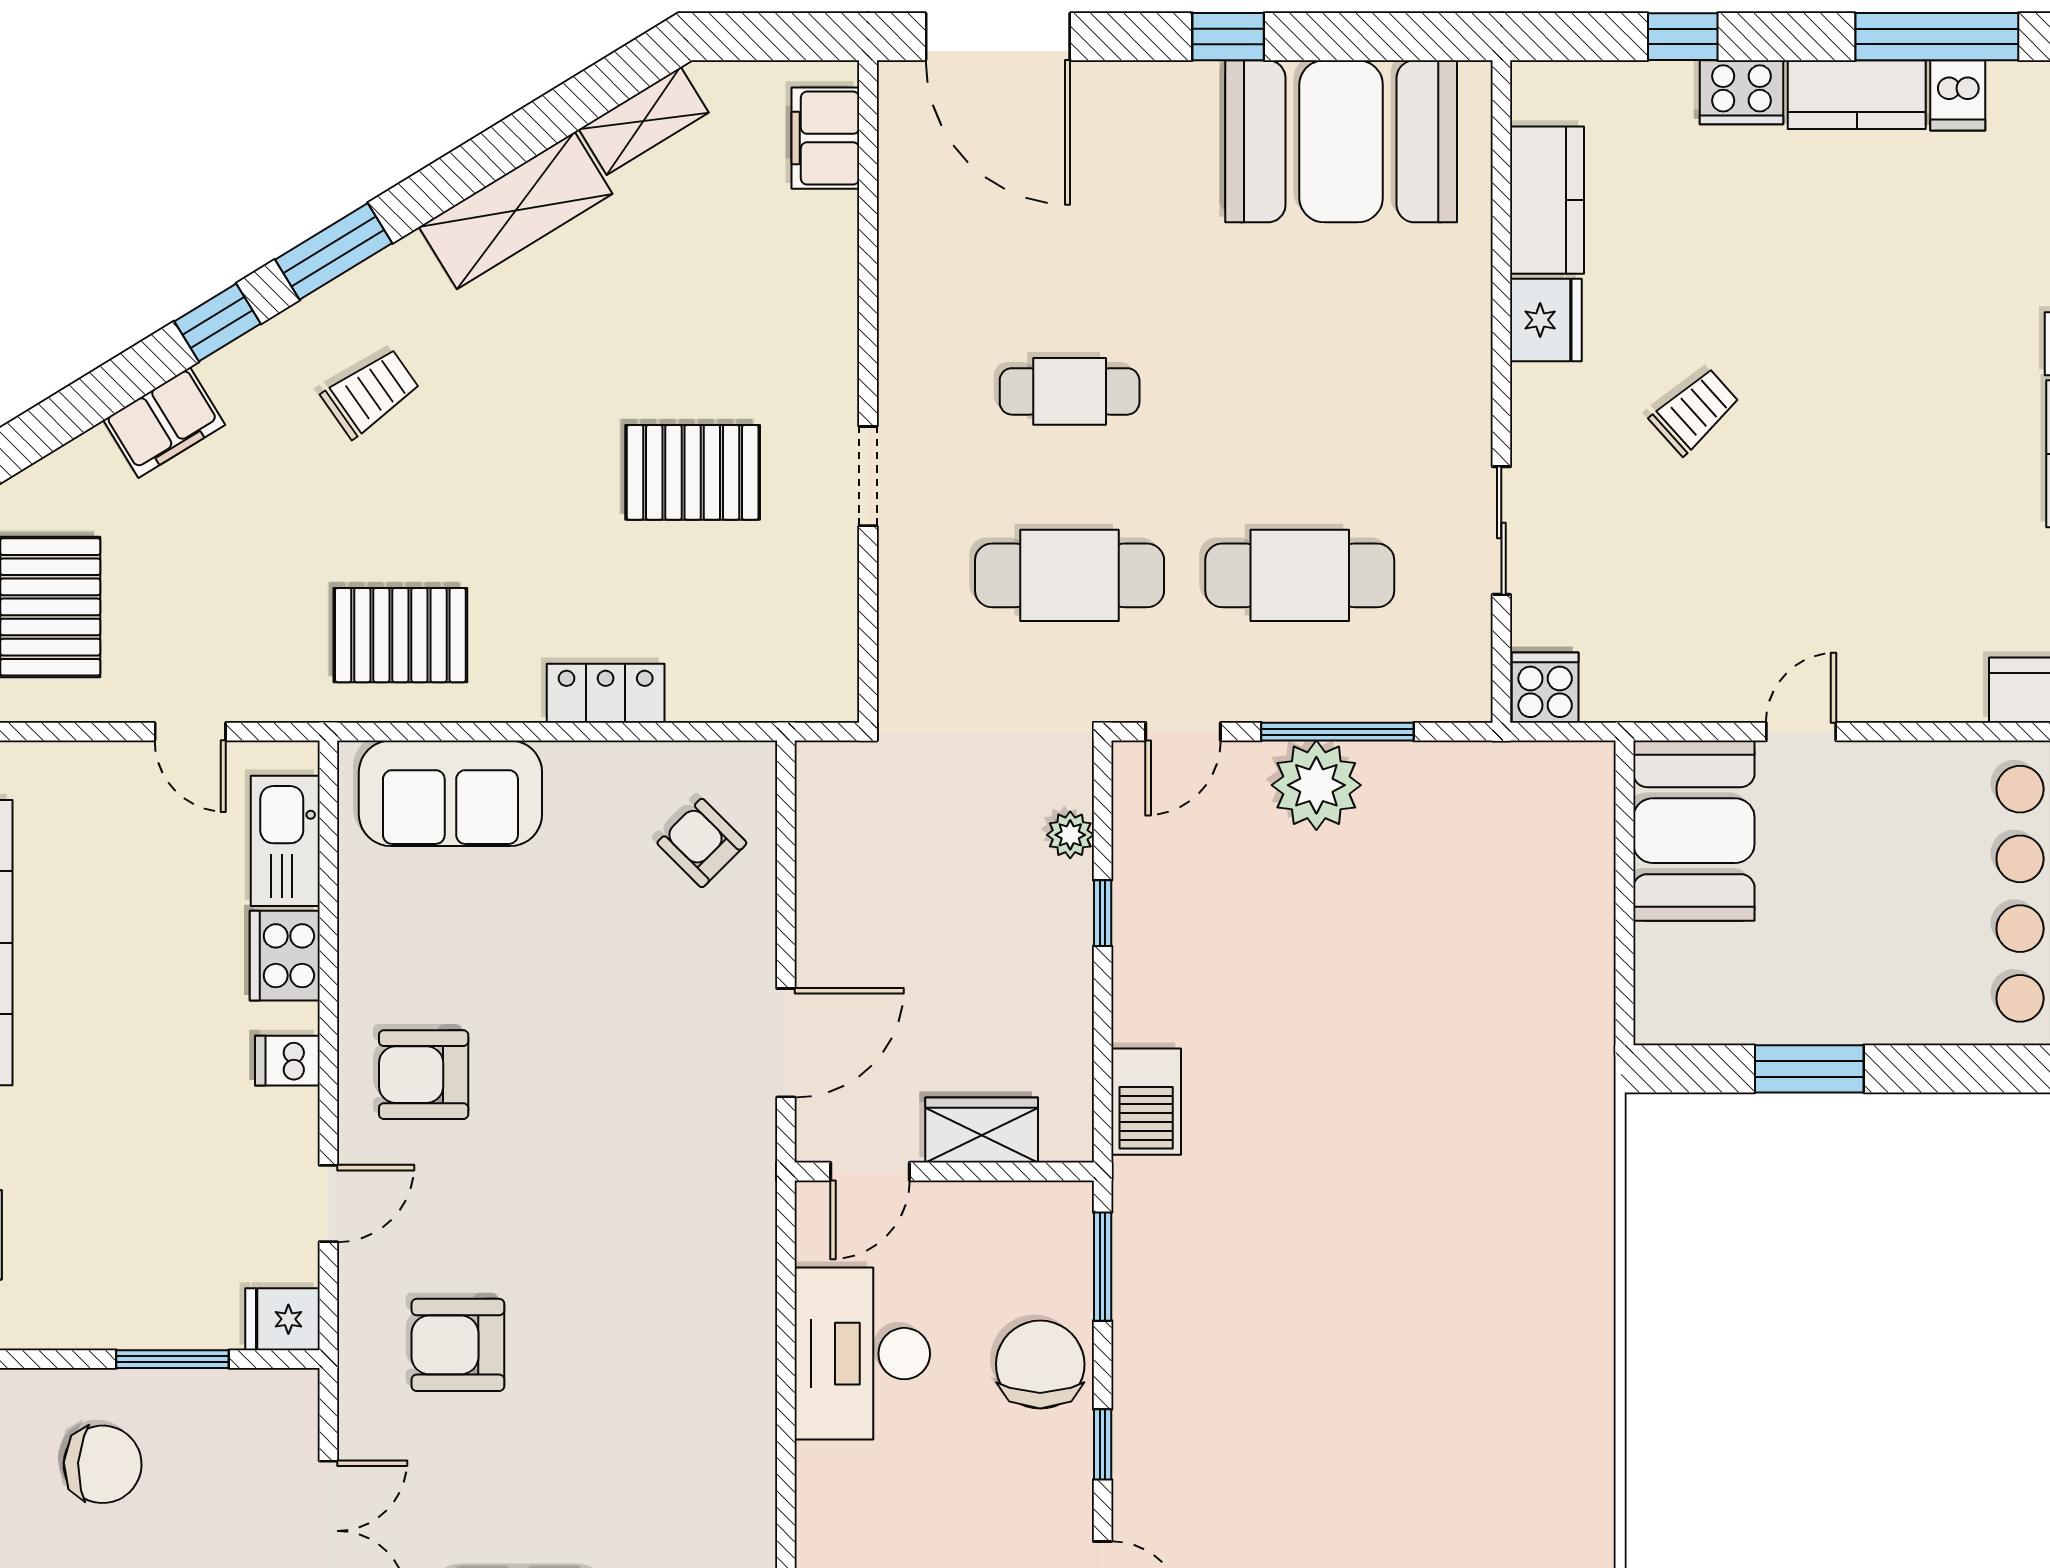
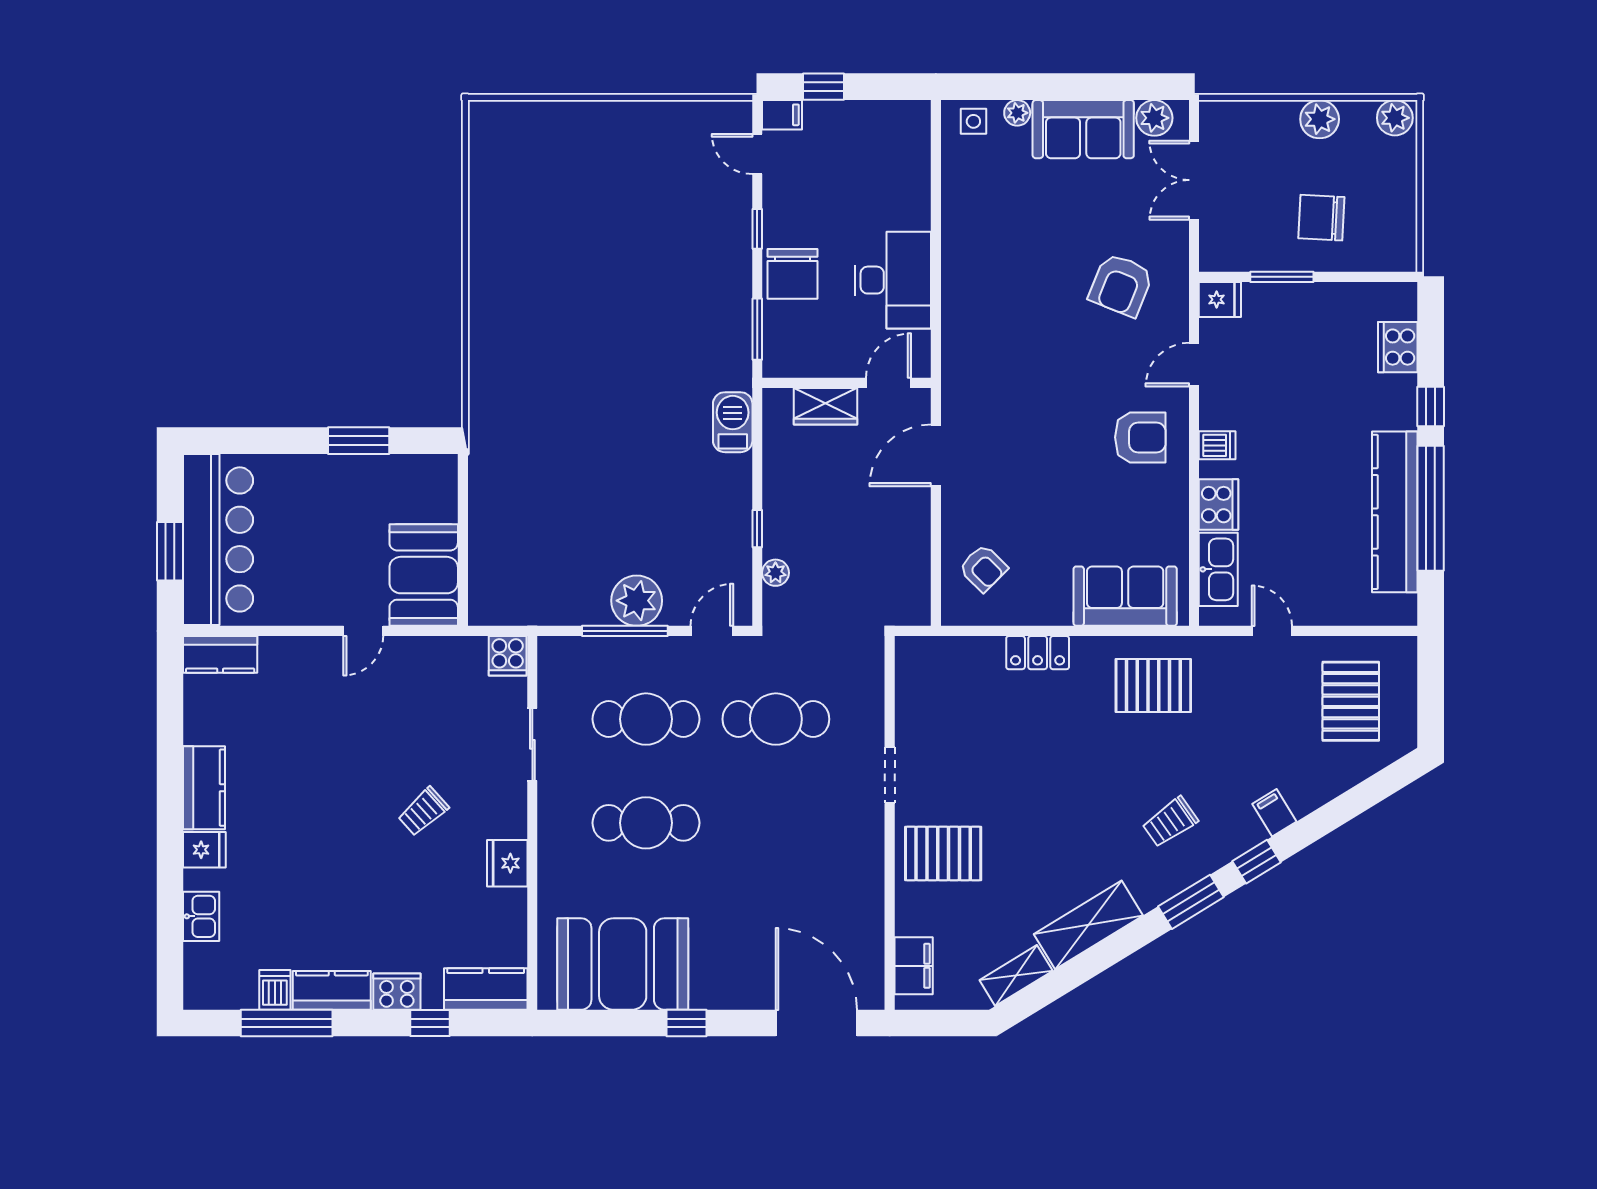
kitchen counter: (1547, 200) -> (486, 989), moved, turned 90
cafe table: (1070, 391) -> (646, 823), moved, width x1.37, depth x1.35
filing cabinet: (164, 422) -> (1274, 813), width x0.50
pallet: (693, 472) -> (943, 853), moved
armchair: (458, 1345) -> (1121, 285), turned 112

